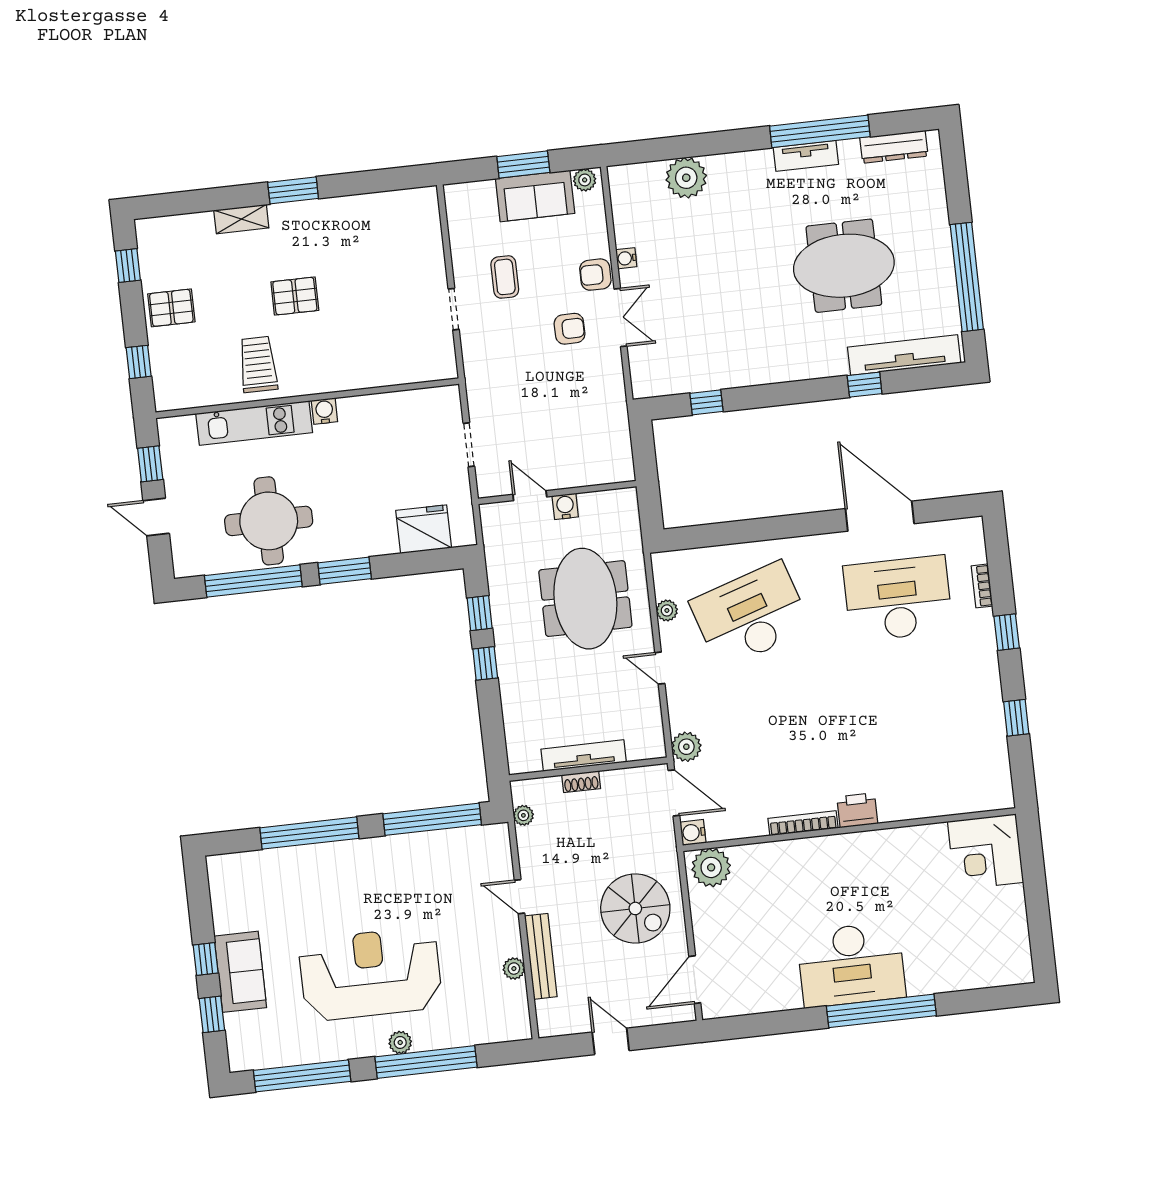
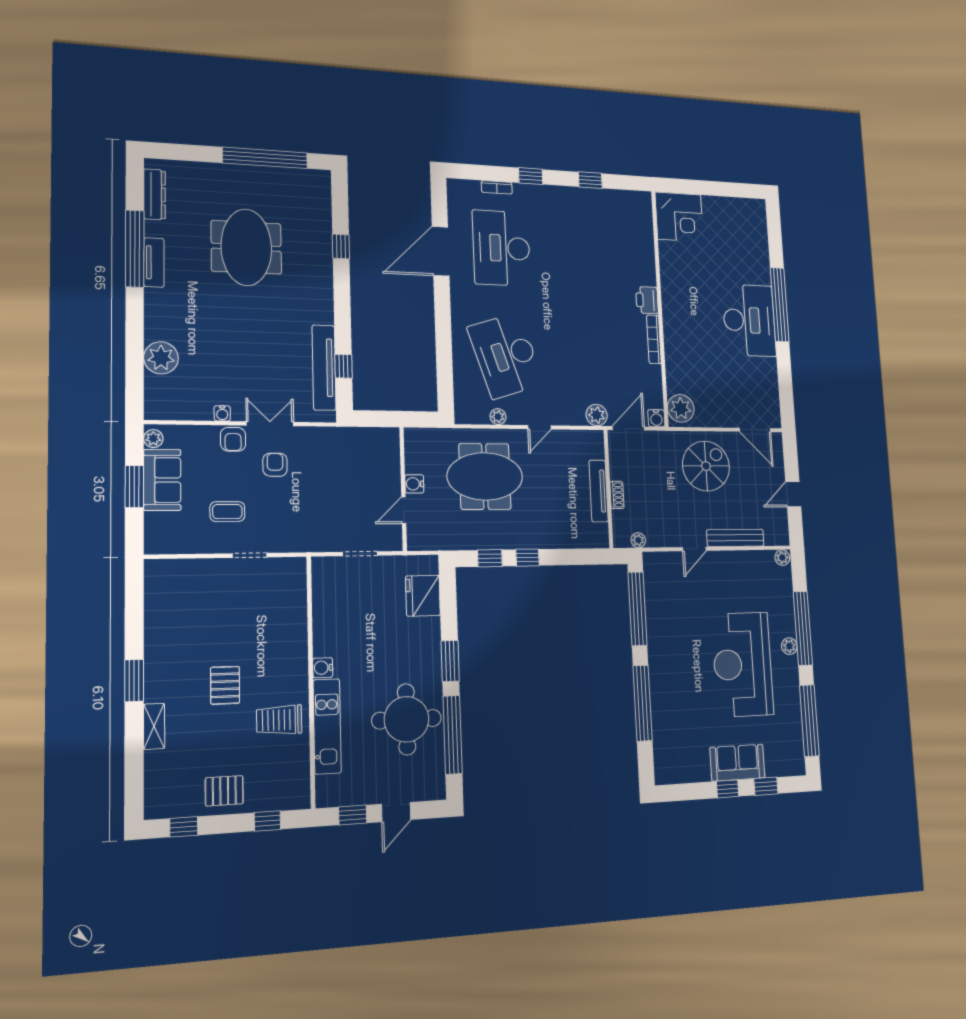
pallet: (171, 308) -> (224, 791), turned 90
tv unit: (904, 355) -> (324, 368), moved
plant: (514, 969) -> (782, 558), moved

